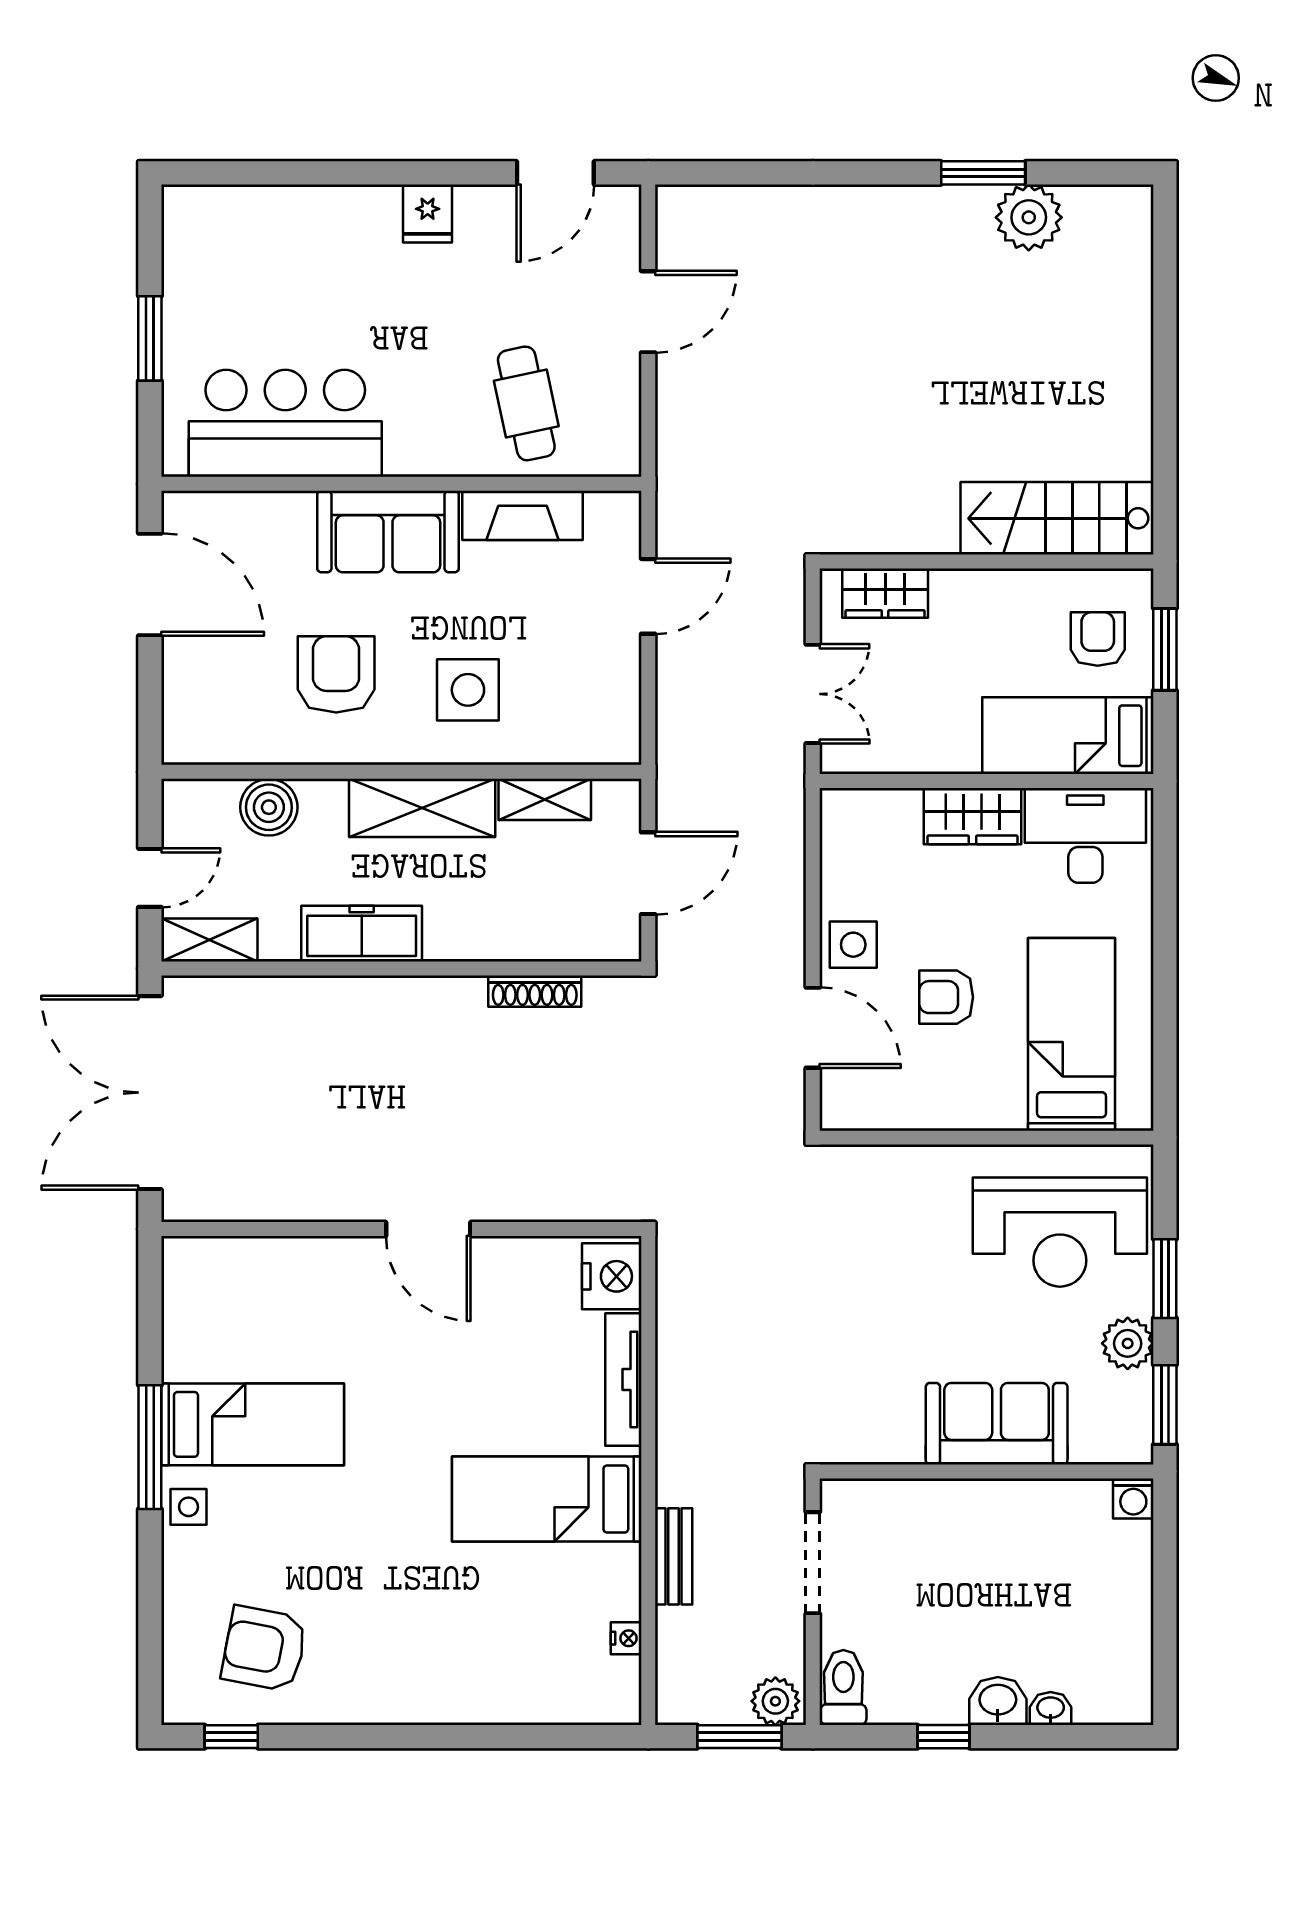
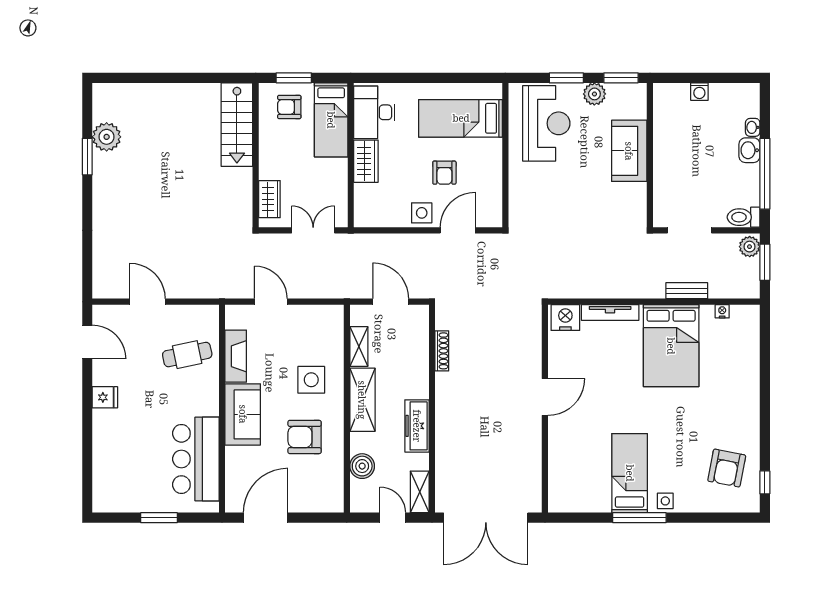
washing machine: (1133, 1498) -> (699, 92), moved, turned 90
bed: (547, 1499) -> (671, 346), width x1.50
window: (943, 1737) -> (765, 174), width x3.17

